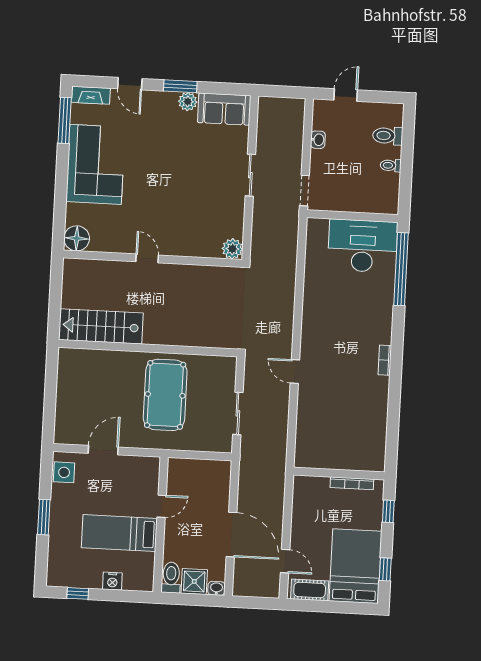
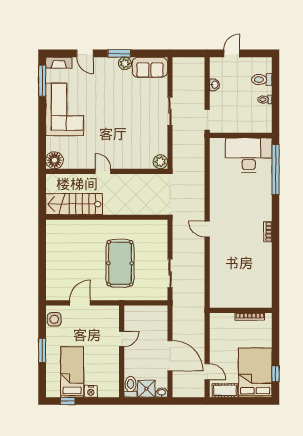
stairs: (101, 326) -> (74, 204), moved
wall: (148, 348) -> (107, 217), moved
door: (295, 372) -> (207, 229), moved
window: (388, 511) -> (276, 334), removed
bed: (119, 533) -> (72, 372), moved, turned 90

